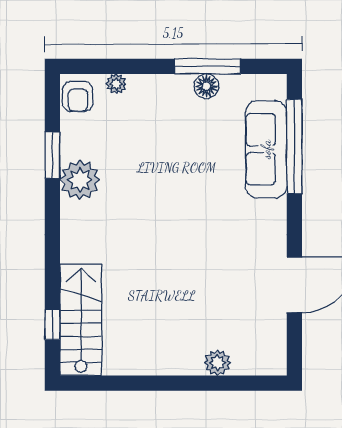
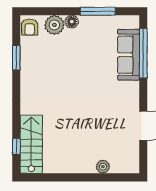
plant: (116, 84) -> (54, 25), width x1.87, depth x1.87
floor lamp: (206, 86) -> (72, 22), moved
plant: (80, 180) -> (31, 71), removed

